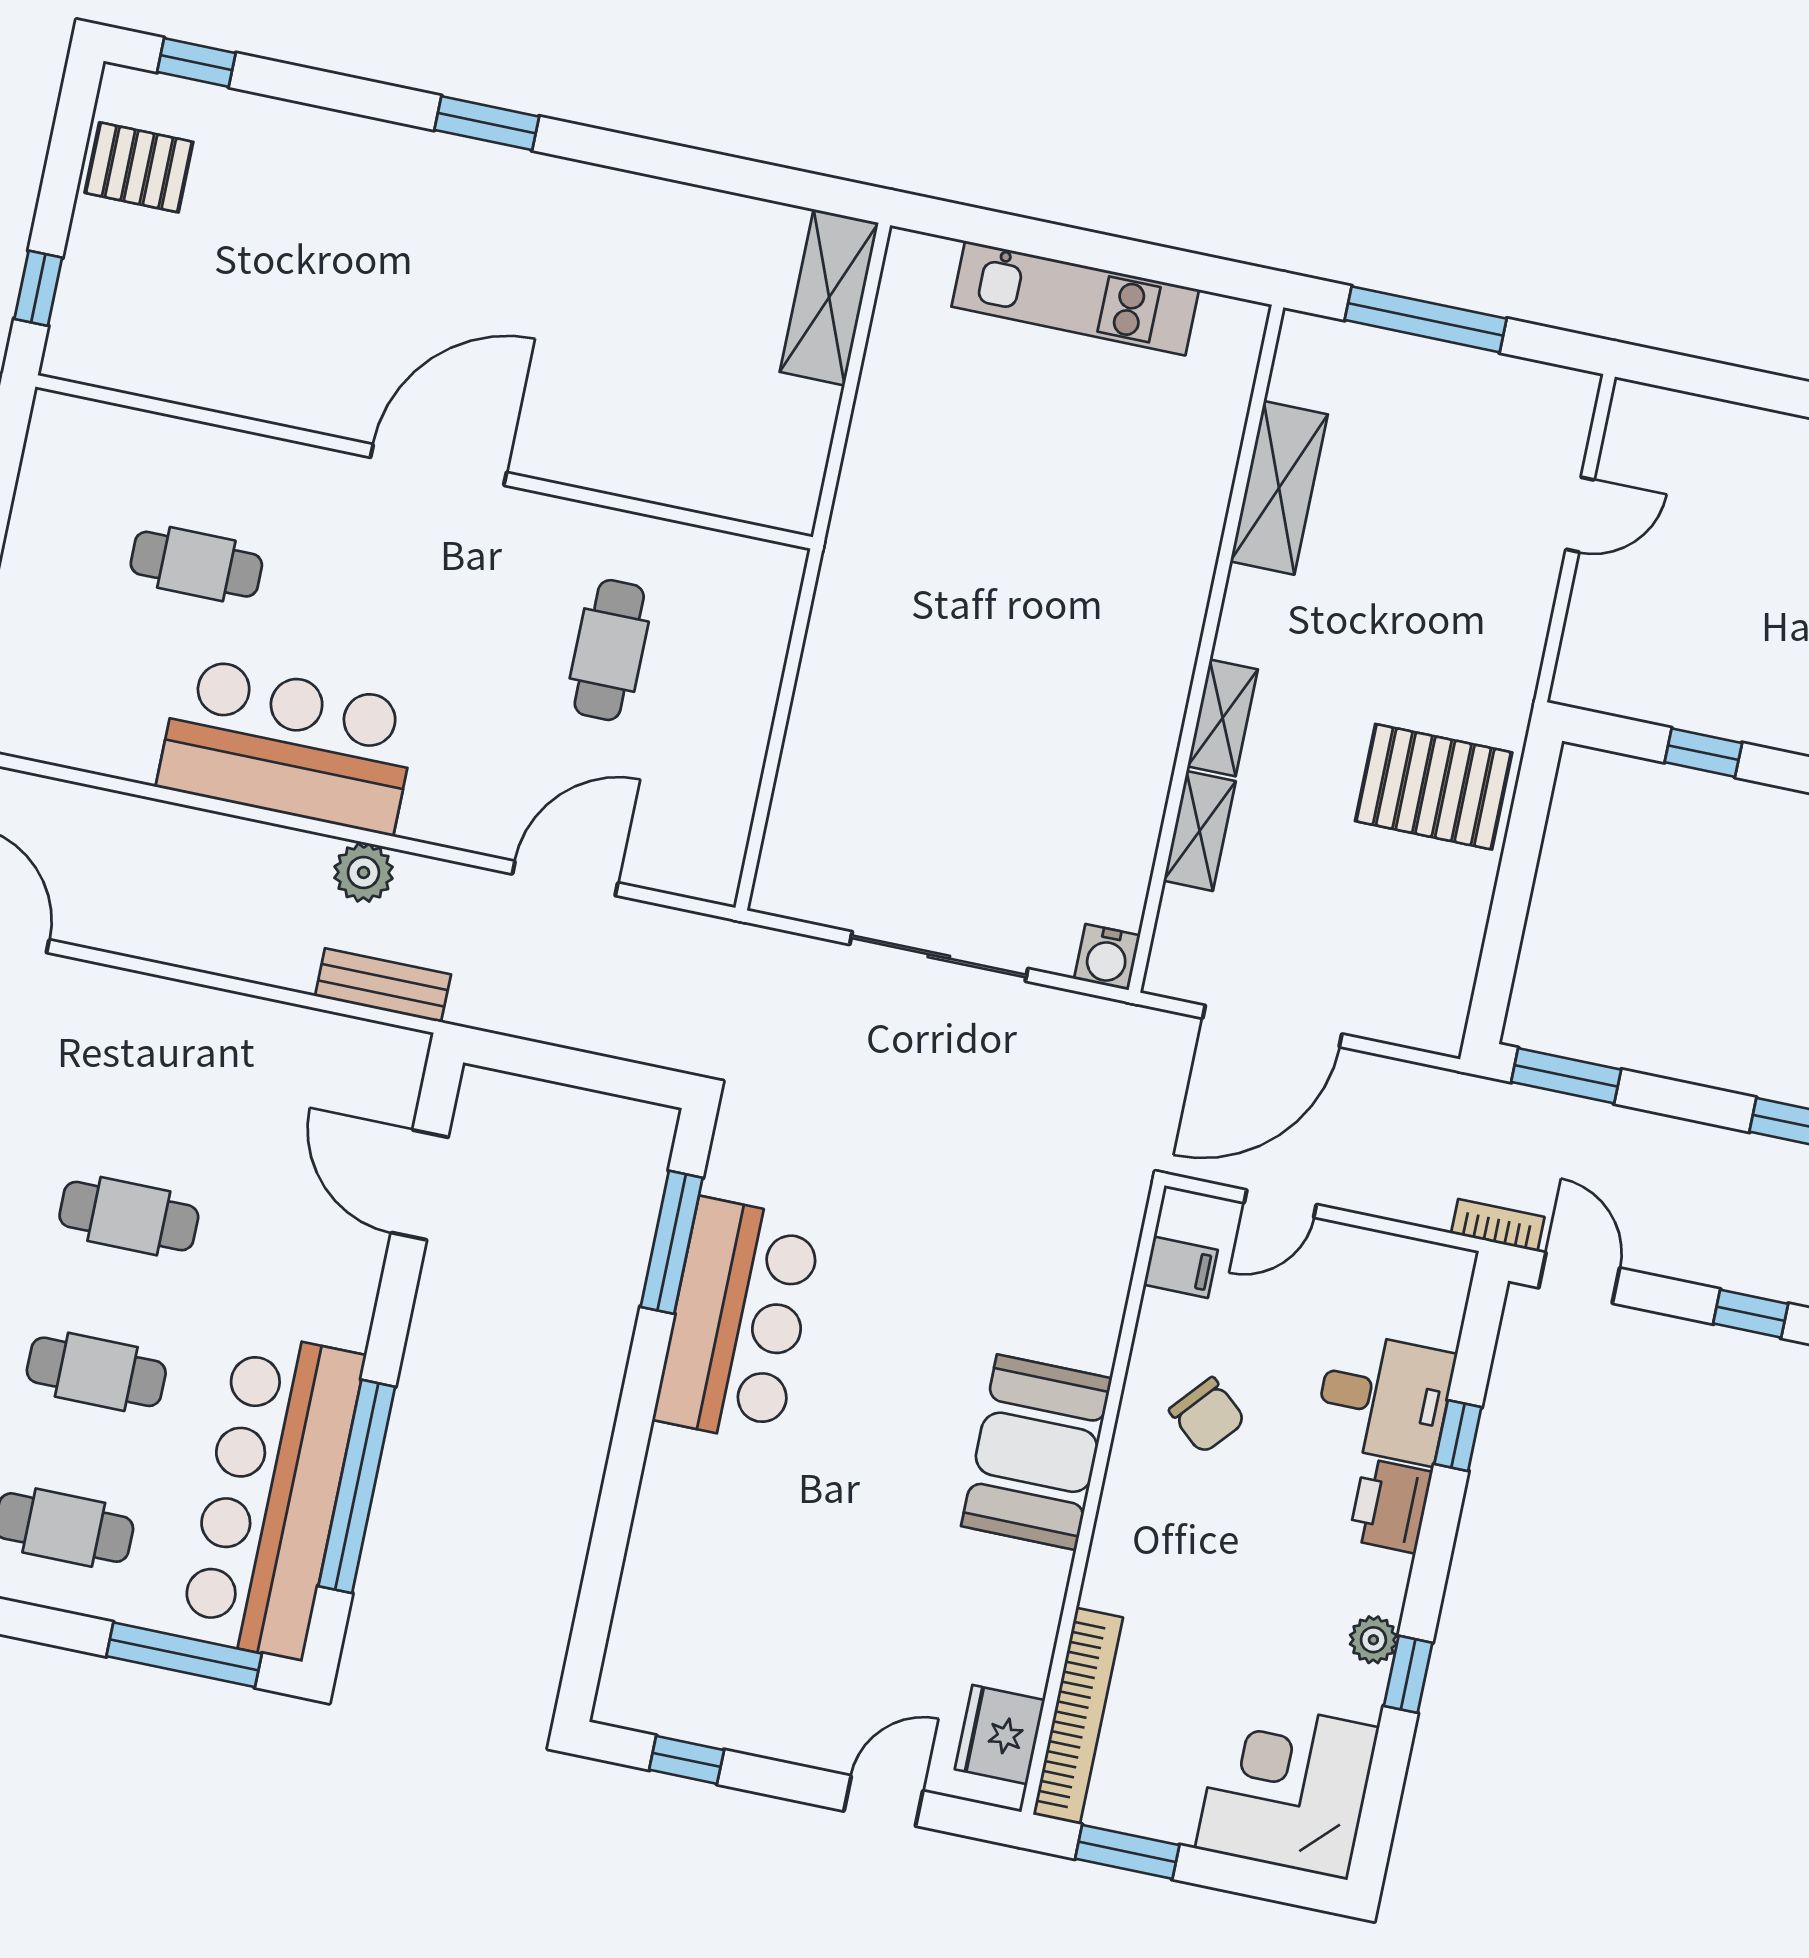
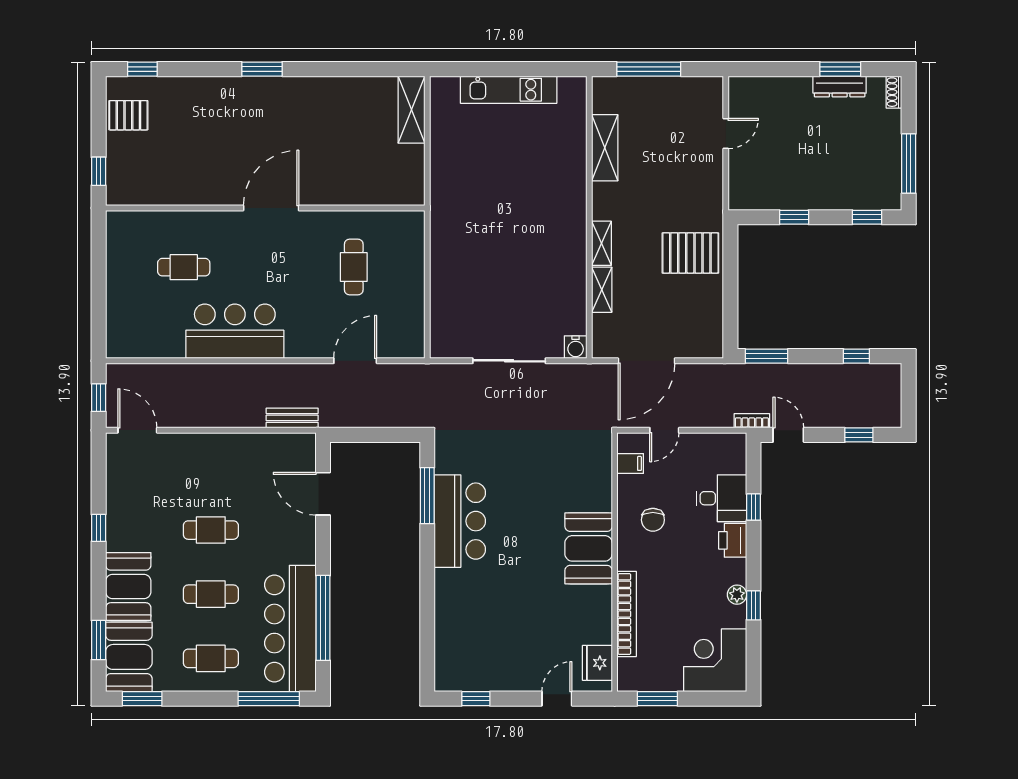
plant: (364, 872) -> (275, 375), removed
chair: (1207, 1415) -> (653, 520), turned 49
bookcase: (1078, 1716) -> (627, 614), moved

